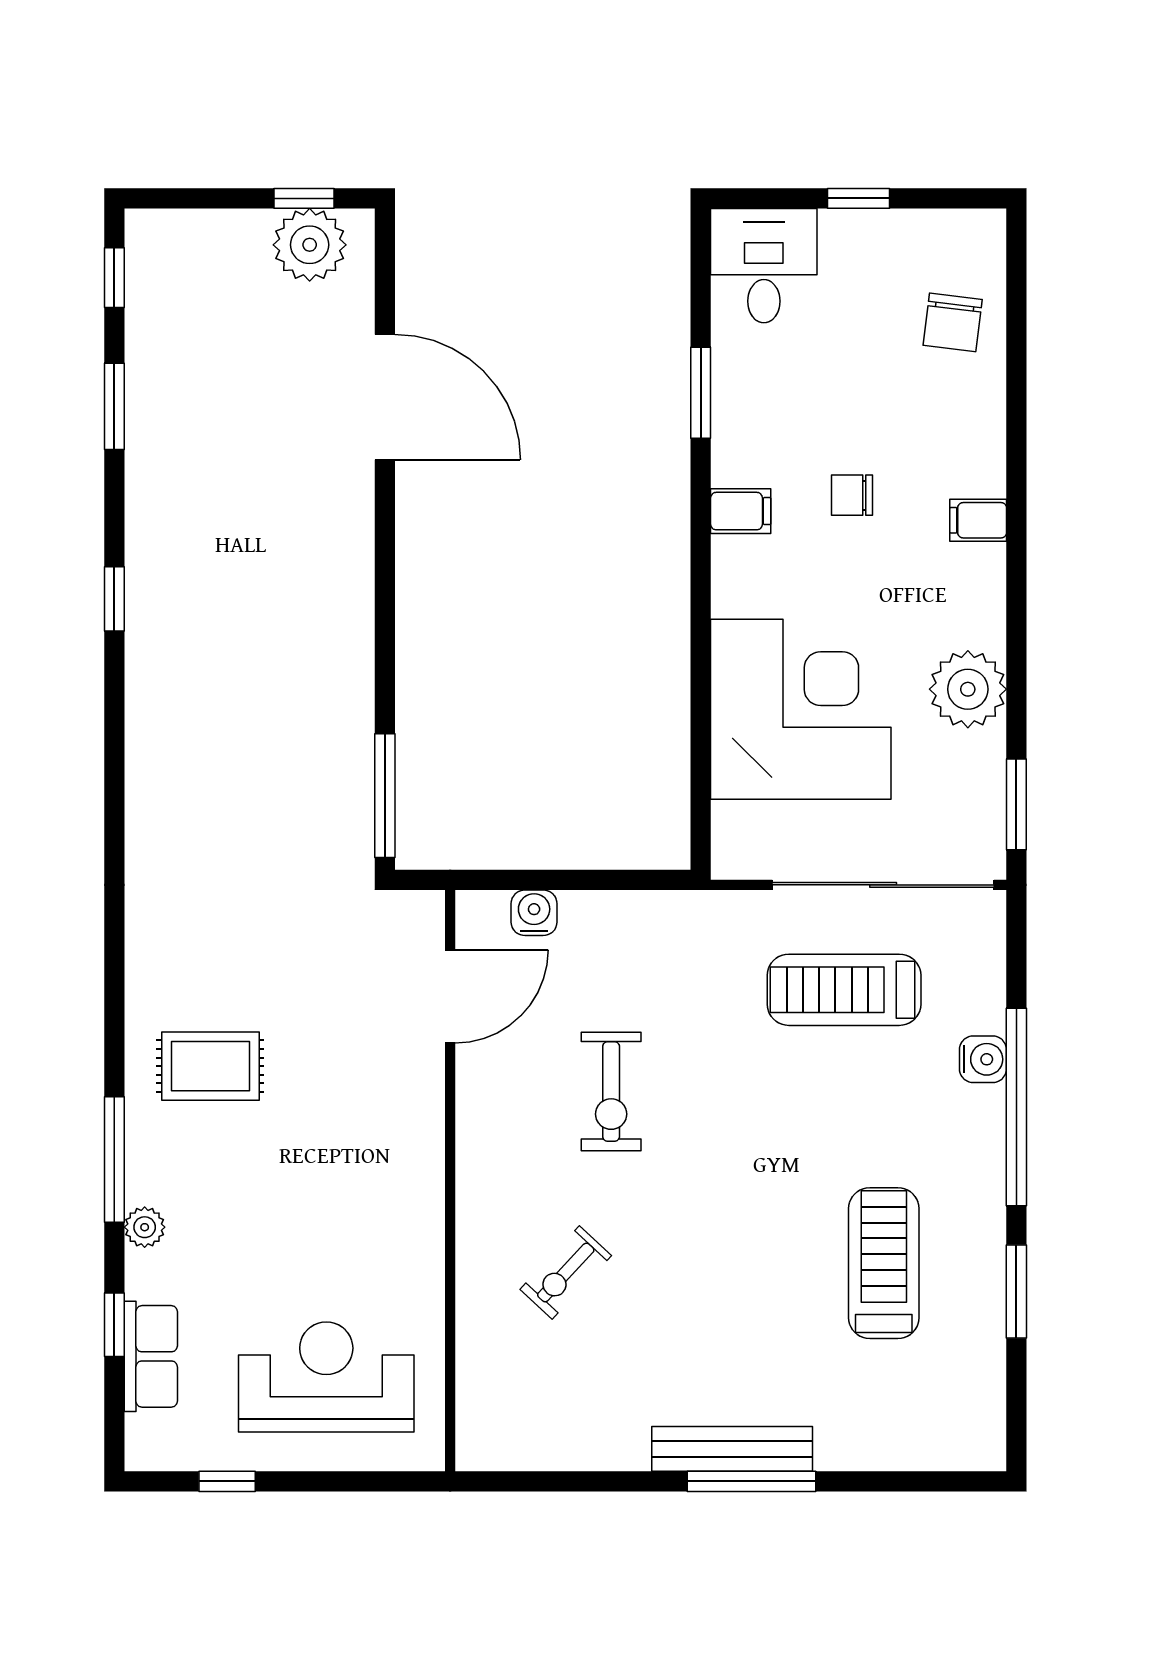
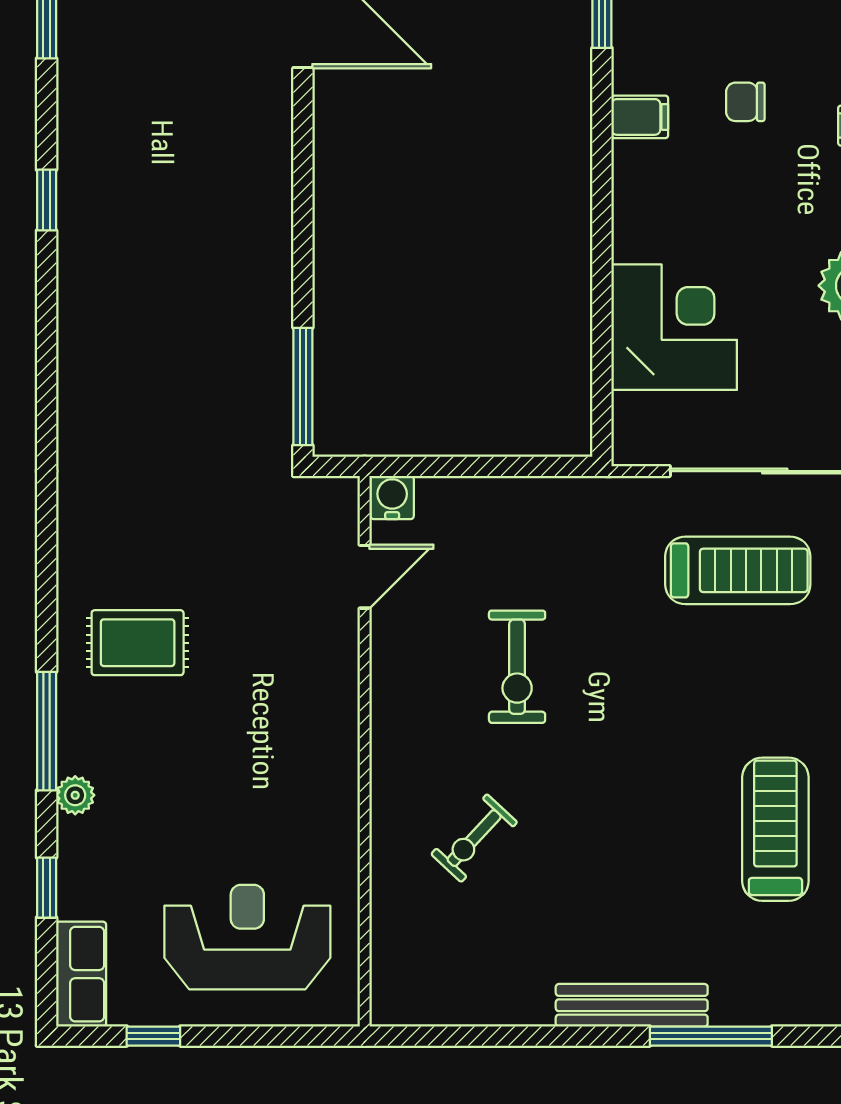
corner desk: (801, 709) -> (674, 327), width x0.74, depth x0.74
water cooler: (534, 913) -> (392, 497), moved
treadmill: (844, 990) -> (738, 570), turned 180
door: (450, 996) -> (365, 577), width x0.73
row of seats: (151, 1356) -> (81, 974), moved
window: (751, 1481) -> (711, 1036), moved

